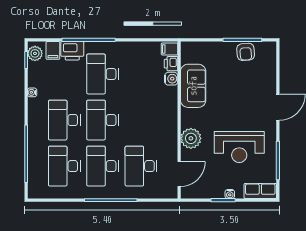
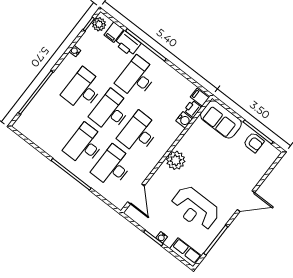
armchair: (246, 52) -> (254, 142), turned -86
sofa: (193, 86) -> (221, 119), moved, turned 90
plant: (191, 138) -> (176, 160), moved
desk: (64, 166) -> (139, 133), moved
door: (179, 174) -> (136, 194), hinge flipped

